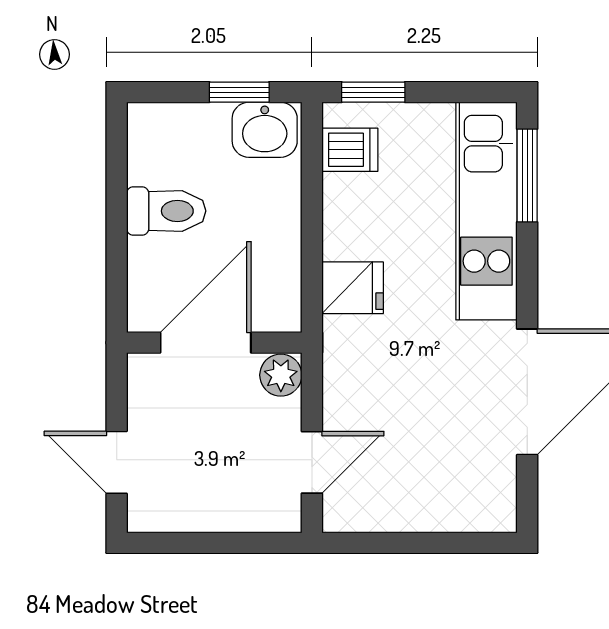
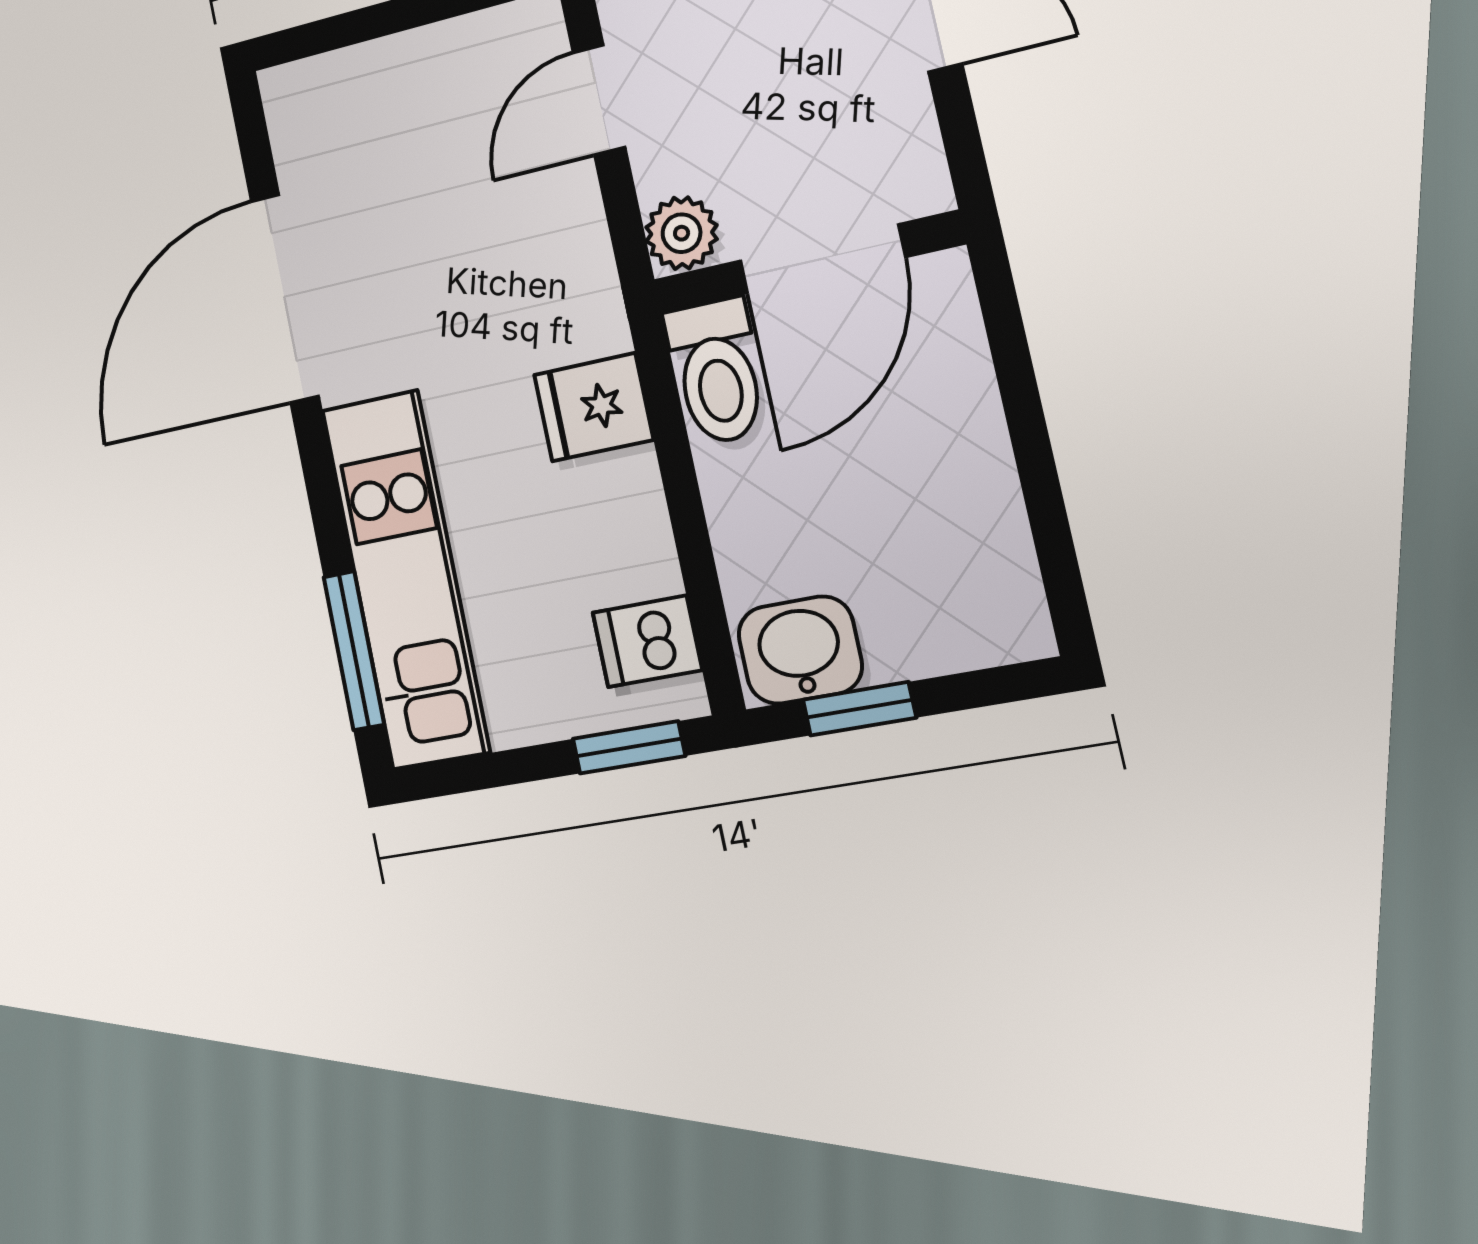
toilet: (166, 211) -> (717, 372), moved, turned -90

